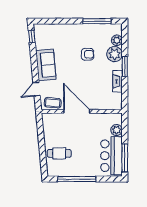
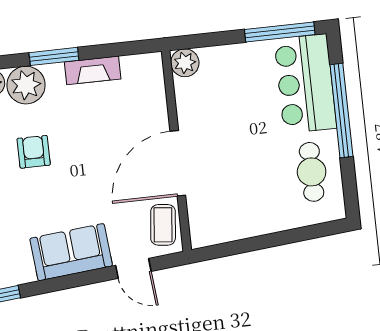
plant: (117, 130) -> (185, 63), moved
cafe table: (59, 153) -> (312, 172), moved
bar counter: (111, 156) -> (305, 84), moved, turned 90
window: (77, 179) -> (341, 111), moved

